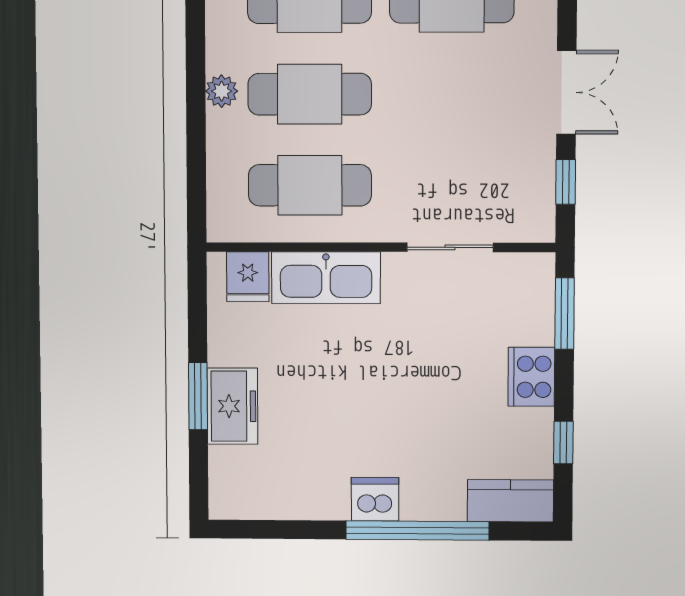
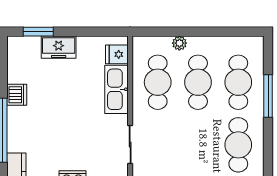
plant: (222, 91) -> (179, 43), moved
window: (198, 396) -> (38, 32), moved
dishwasher: (375, 499) -> (17, 95), moved

